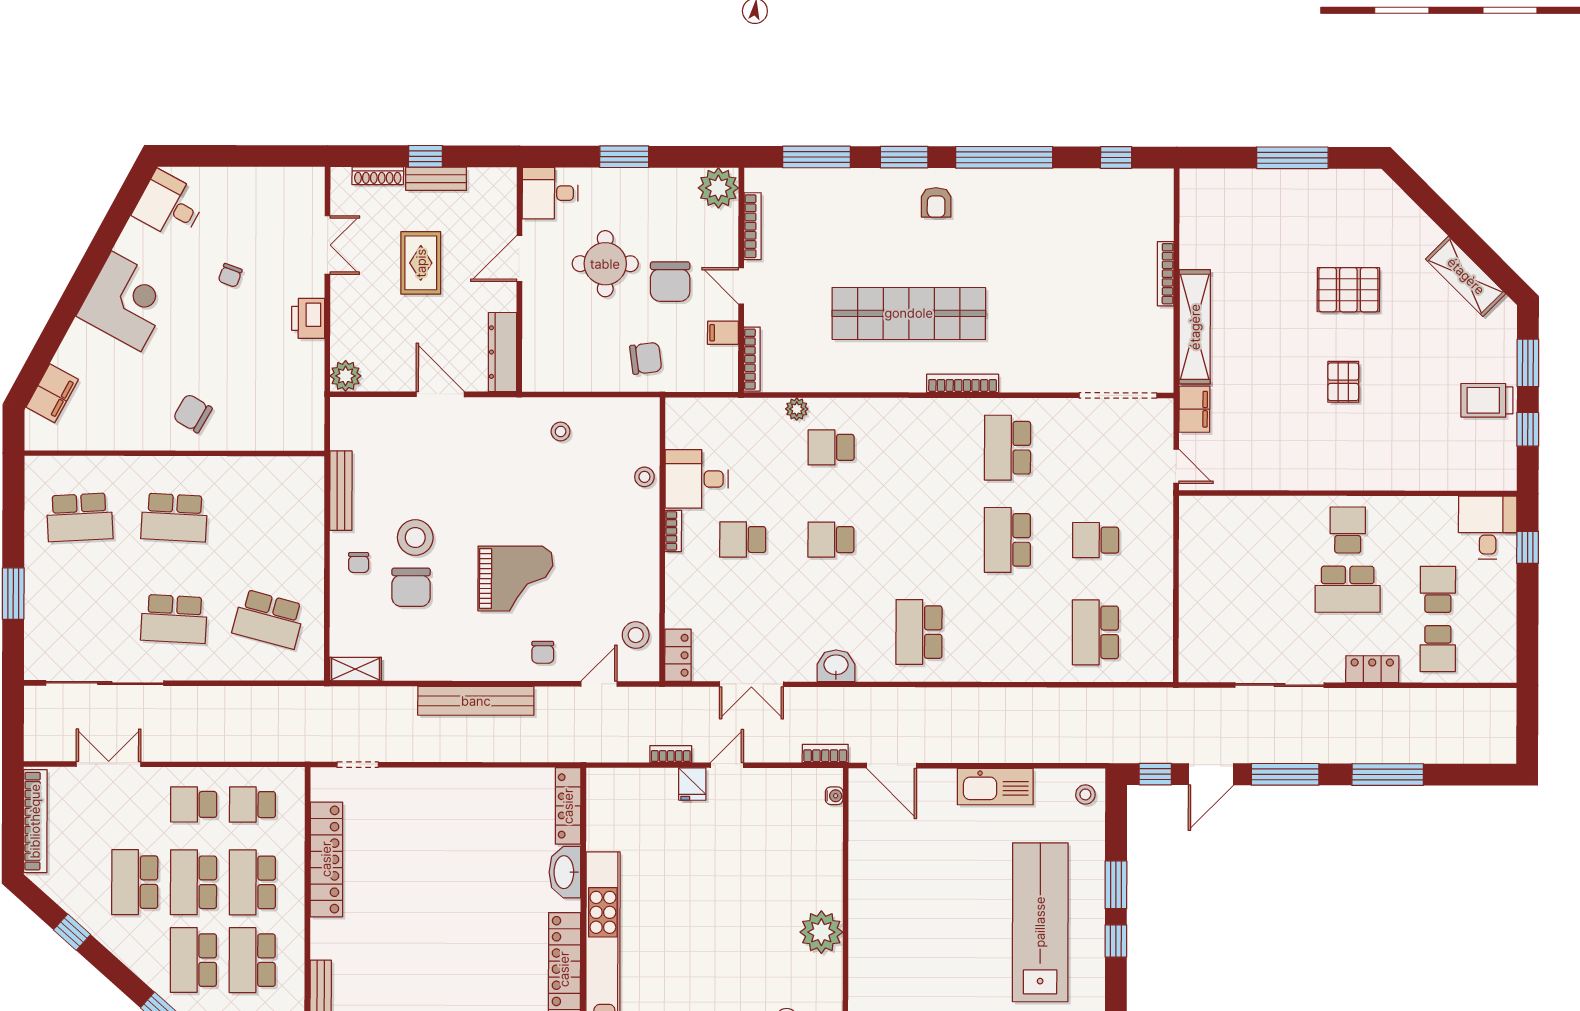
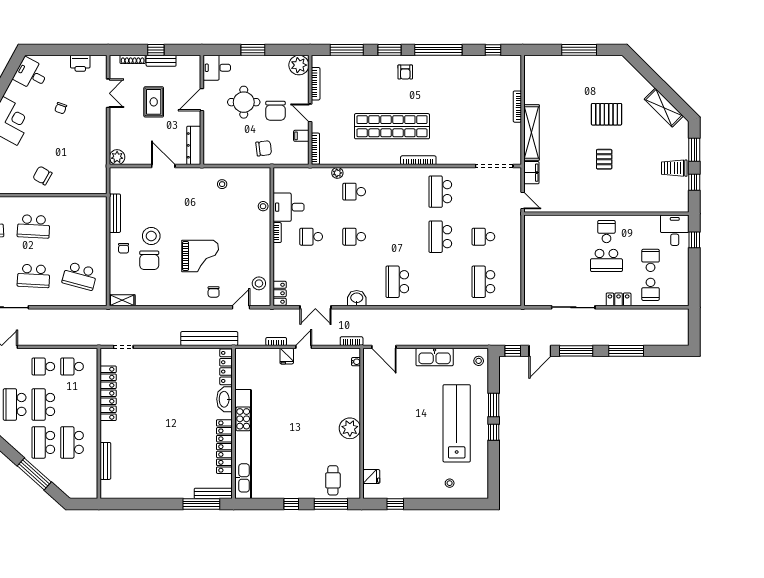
printer: (308, 318) -> (80, 63), moved, turned -90
bench: (476, 701) -> (209, 339), moved
school desk: (252, 882) -> (72, 404), removed

